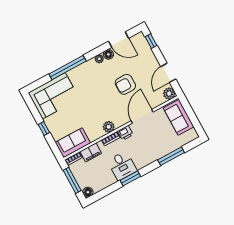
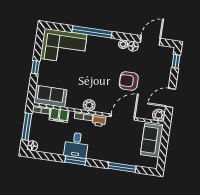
door: (118, 40) -> (150, 40), swing flipped

